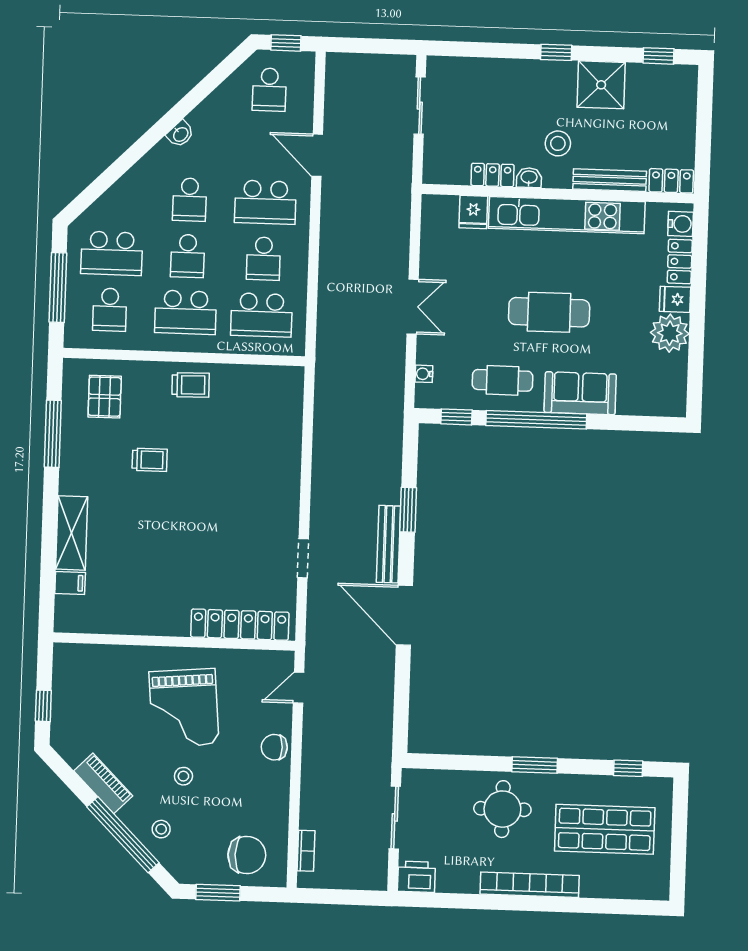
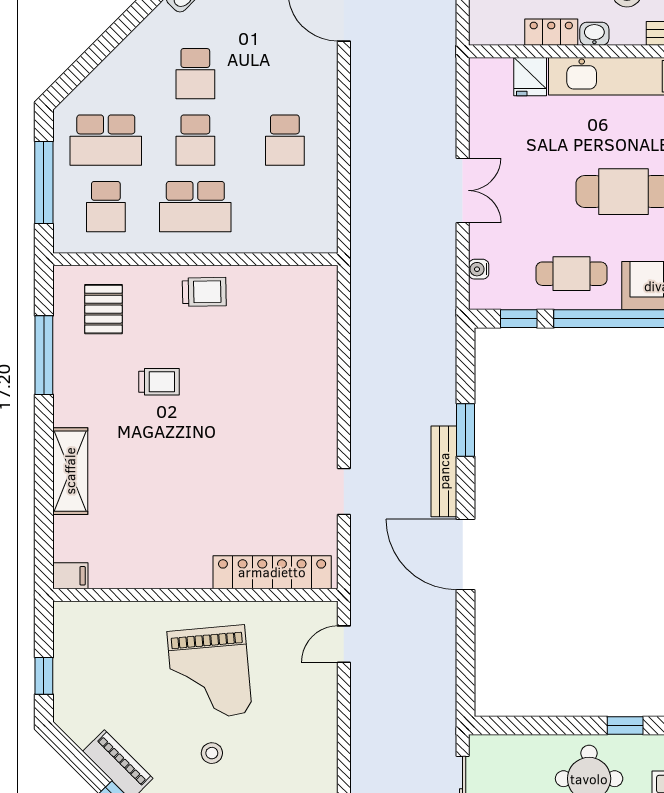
school desk: (265, 202) -> (285, 74), removed
school desk: (261, 315) -> (285, 207), removed
filing cabinet: (70, 583) -> (70, 576), moved
chair: (274, 747) -> (318, 715), removed
window: (535, 765) -> (625, 726), width x0.67

